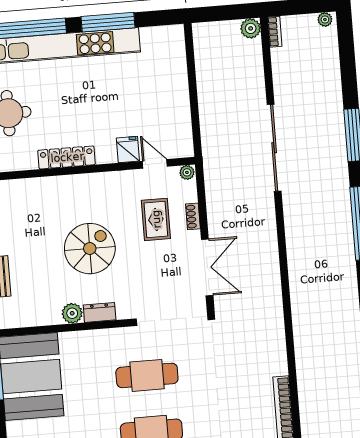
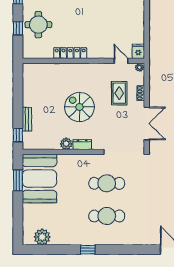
fridge: (128, 150) -> (138, 51), moved
spiral stairs: (90, 249) -> (79, 107), turned -90

